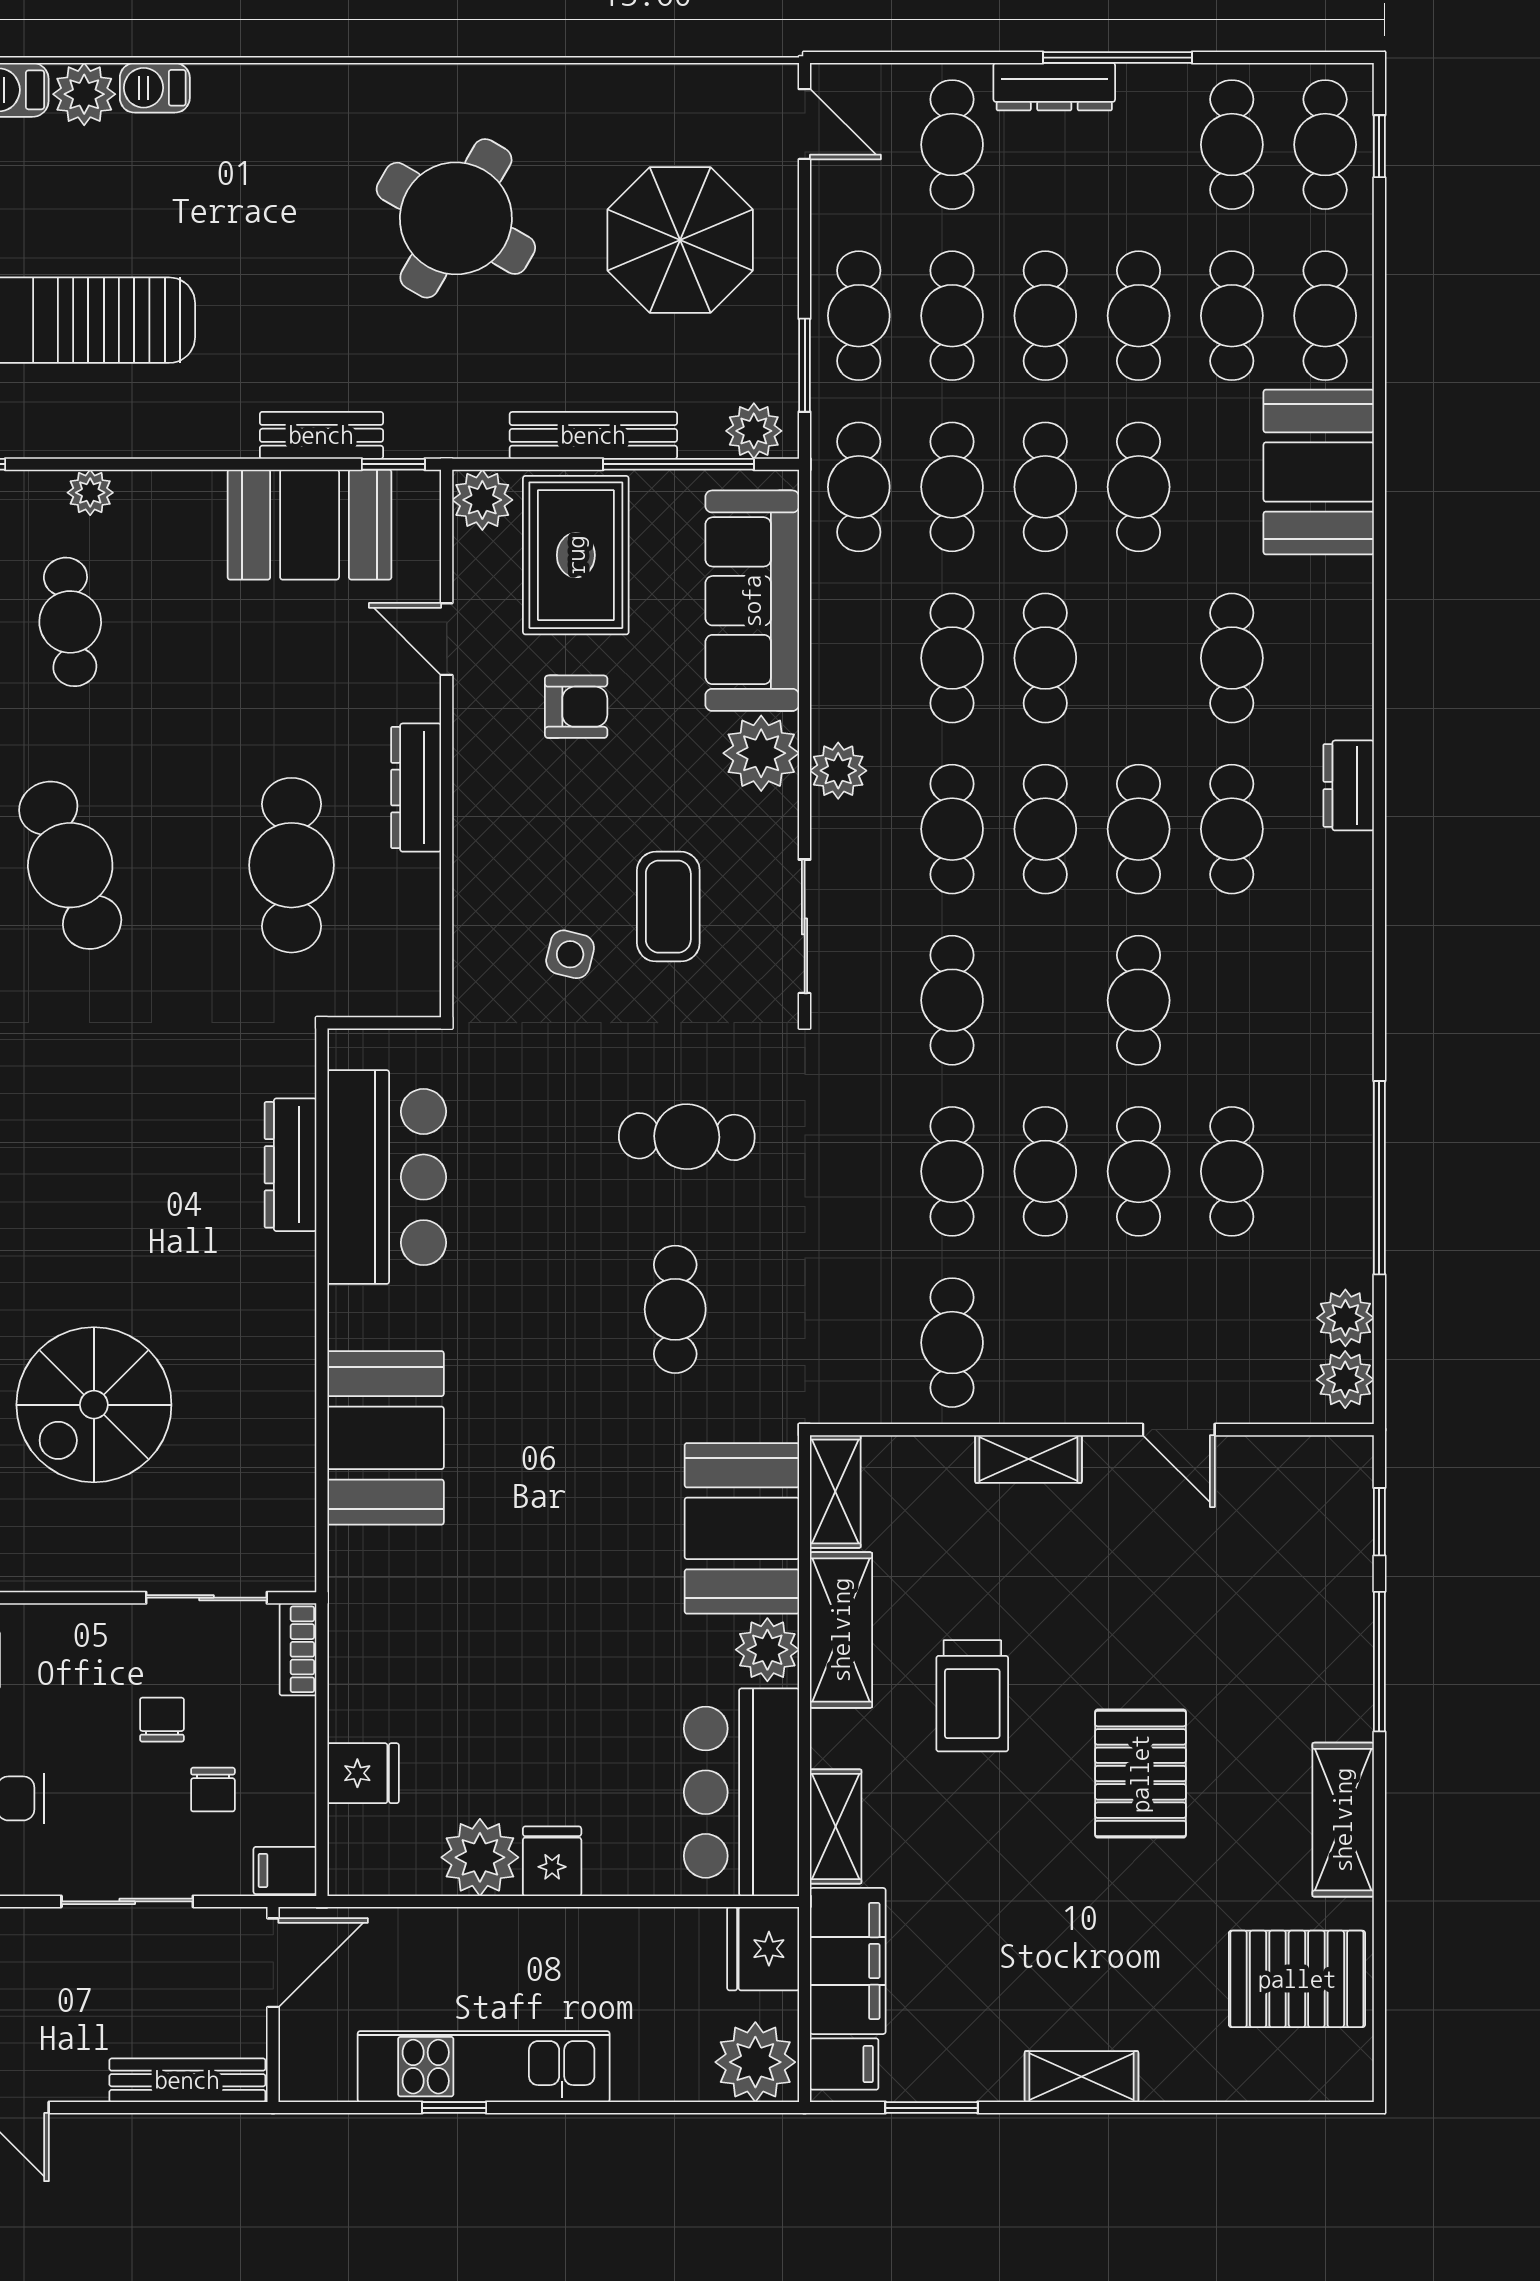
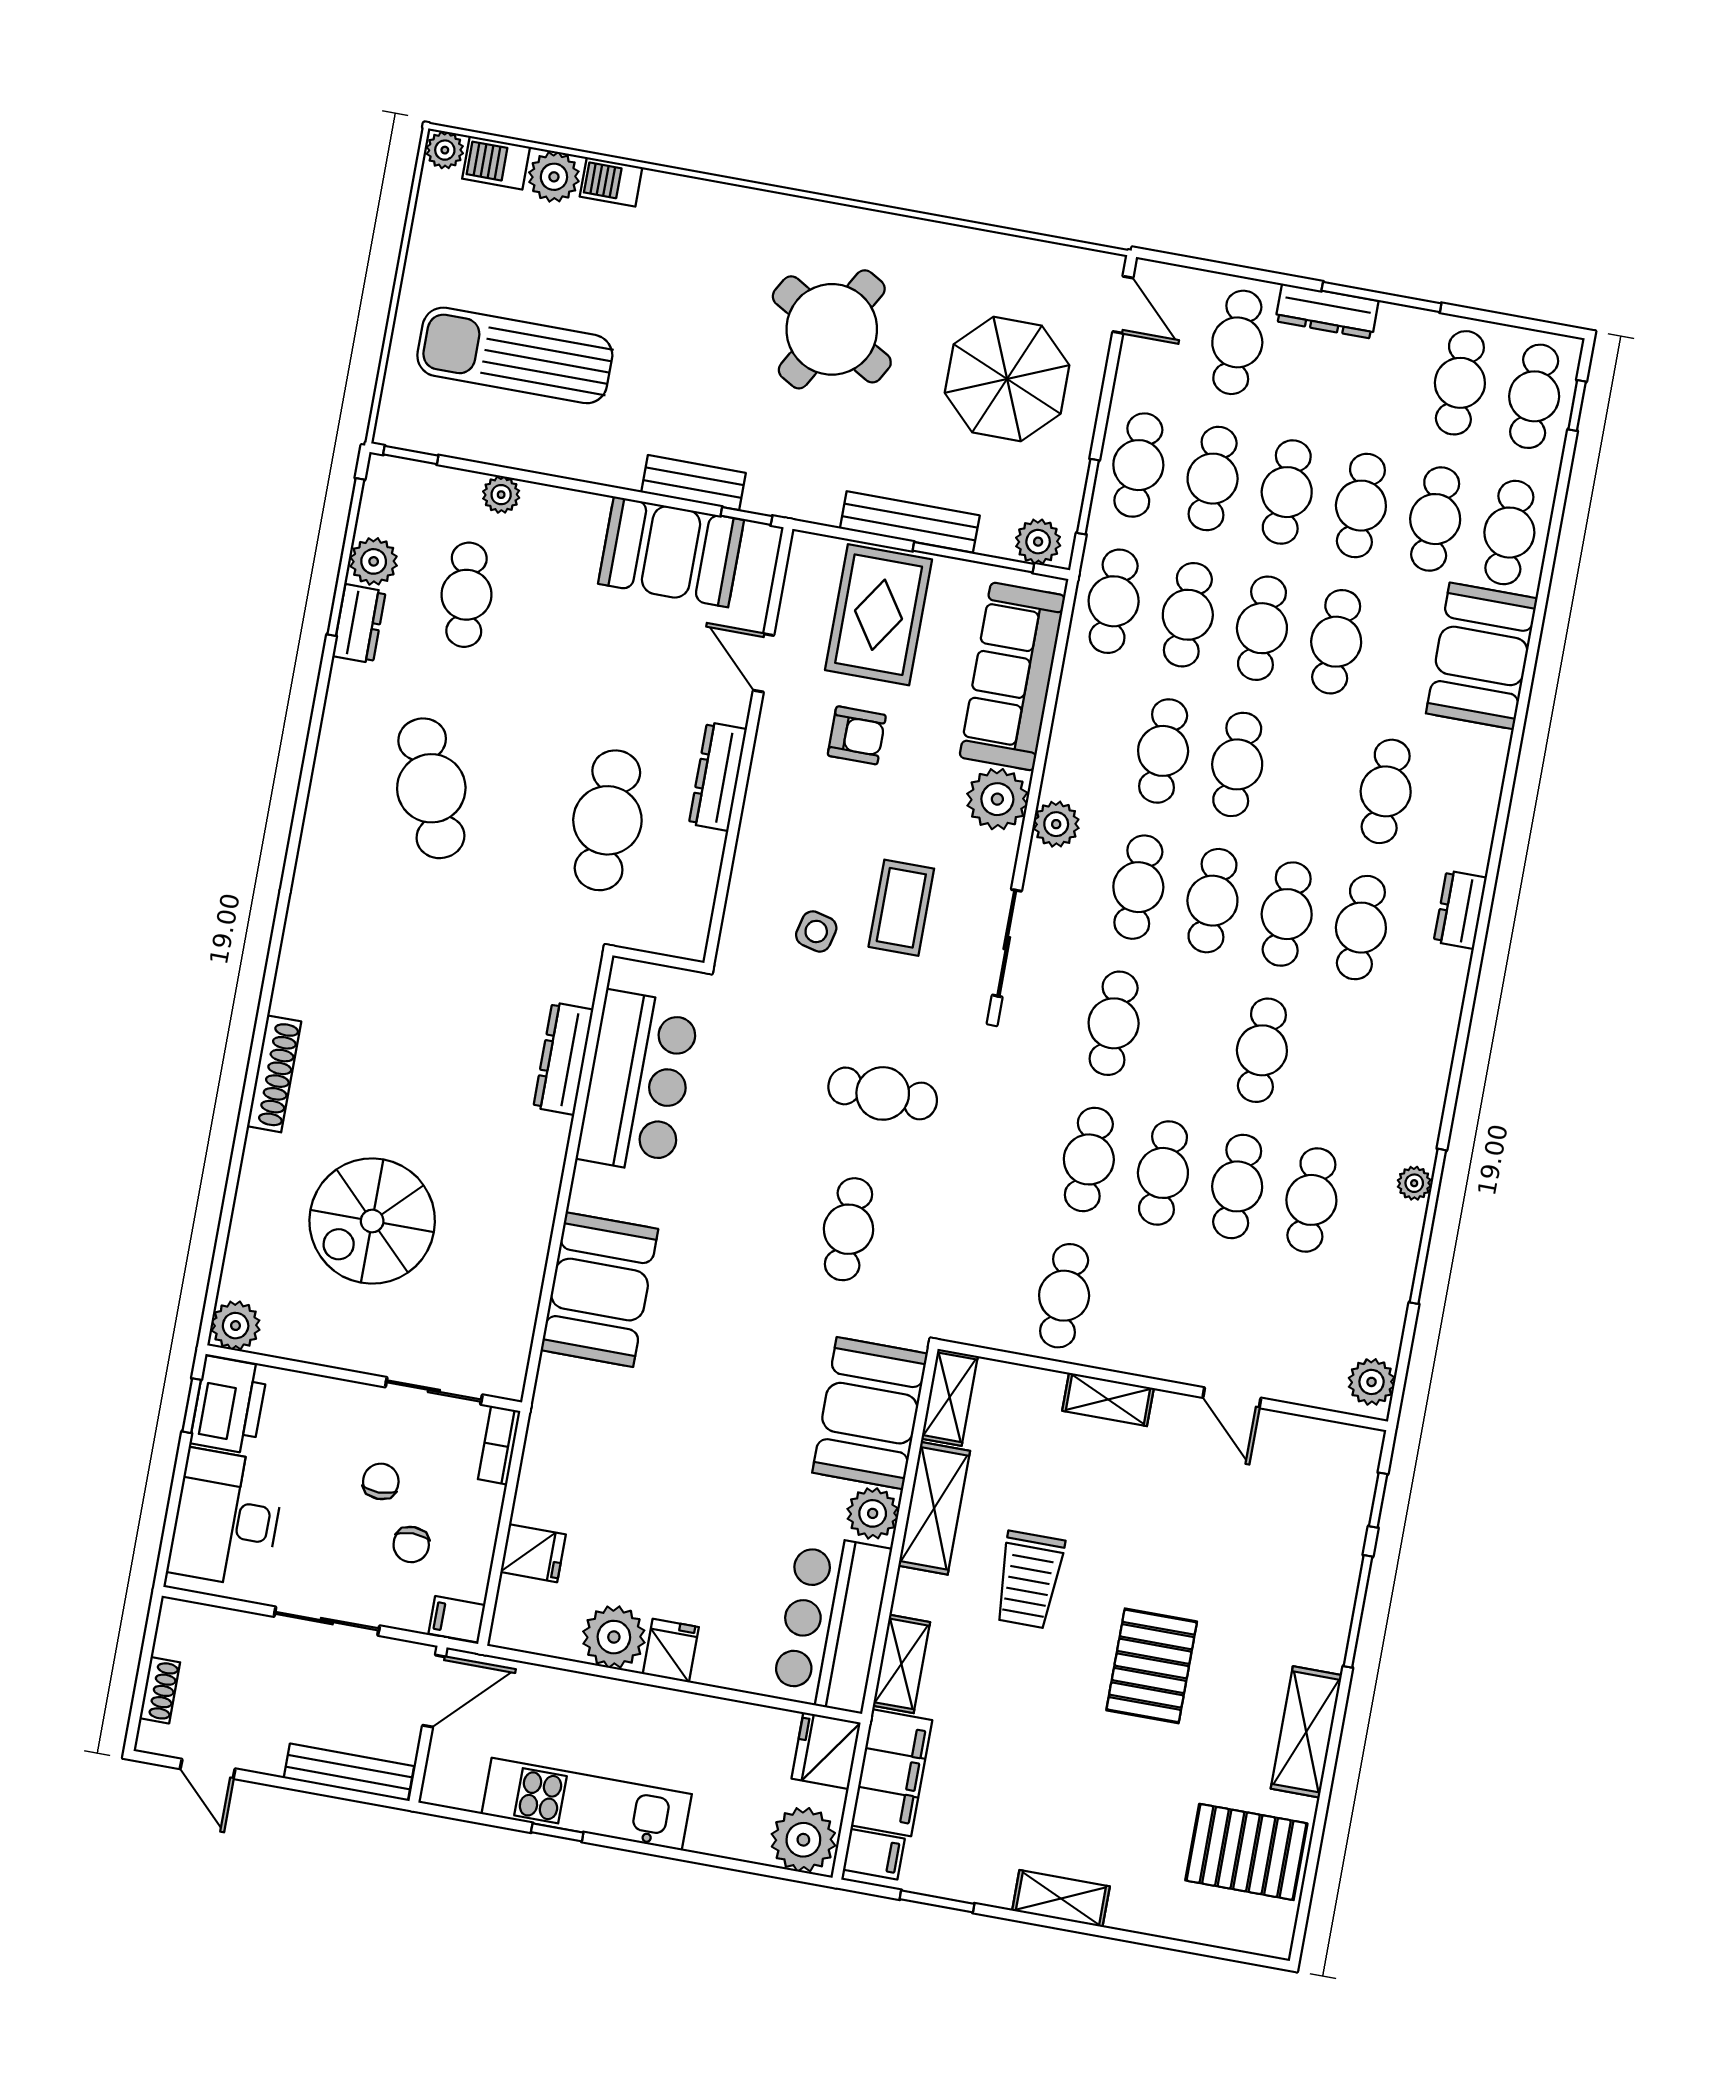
plant: (482, 500) -> (812, 557), removed
plant: (1345, 1318) -> (1414, 1183), moved, width x0.73, depth x0.73

